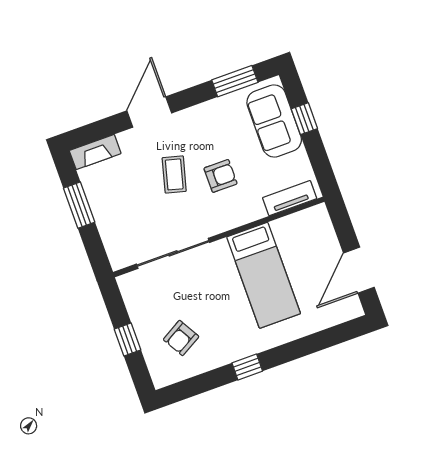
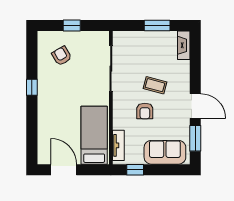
door: (149, 112) -> (195, 106), moved
window: (304, 119) -> (135, 170), moved
bed: (264, 275) -> (94, 135), moved, turned 90

